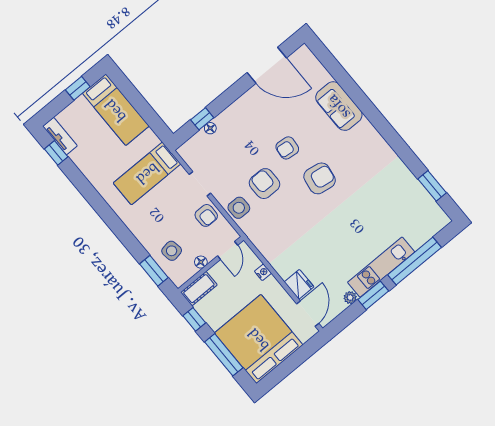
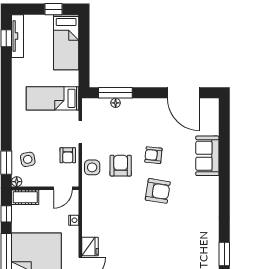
window: (202, 119) -> (115, 93), width x2.17
tv unit: (60, 136) -> (18, 36), width x1.41
floor lamp: (201, 262) -> (17, 182), moved

